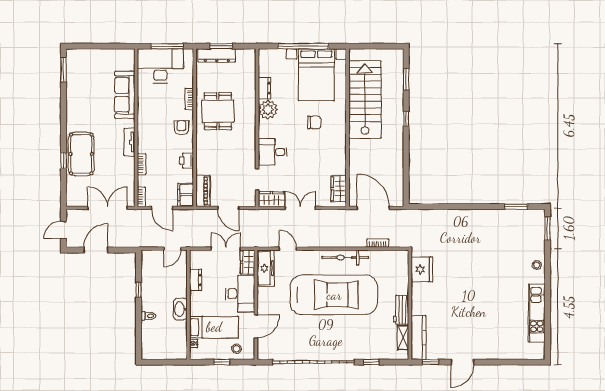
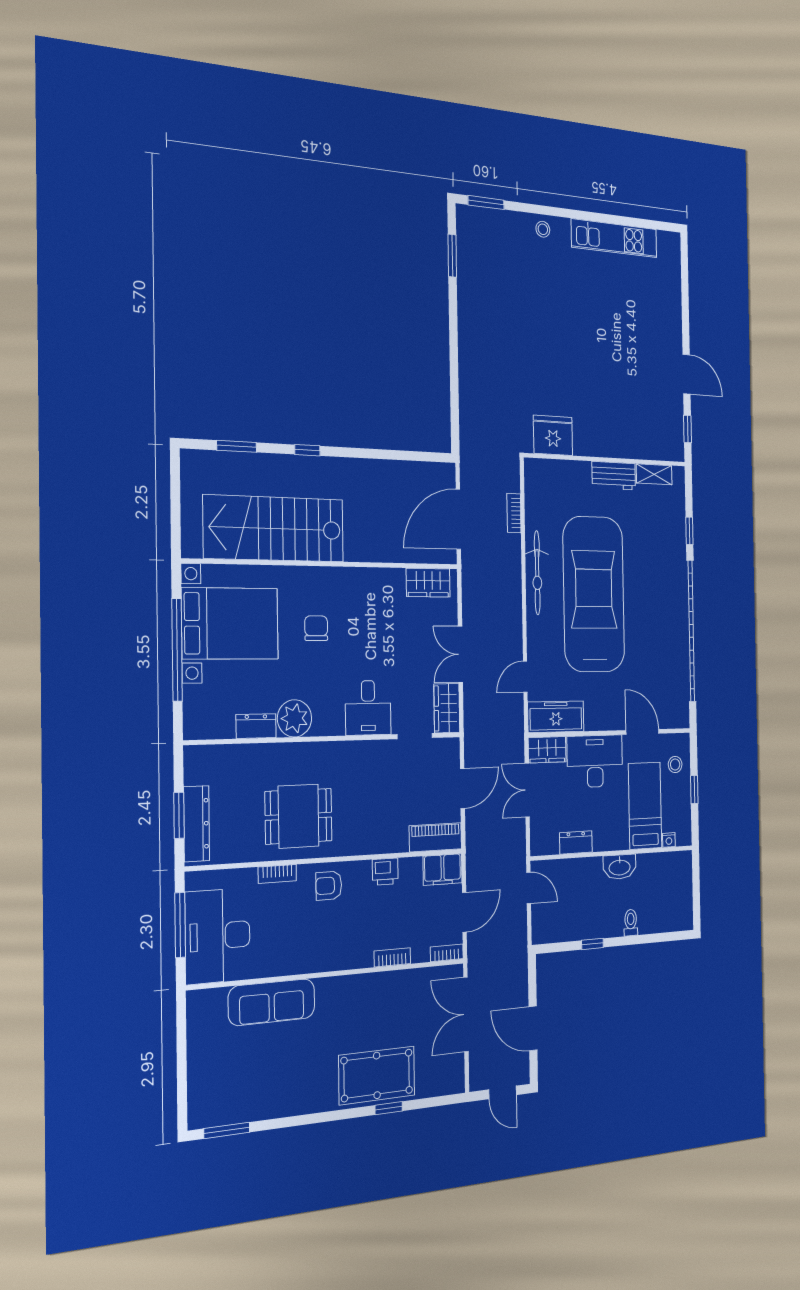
tv unit: (130, 142) -> (355, 984), removed
kitchen counter: (419, 338) -> (653, 447), removed

